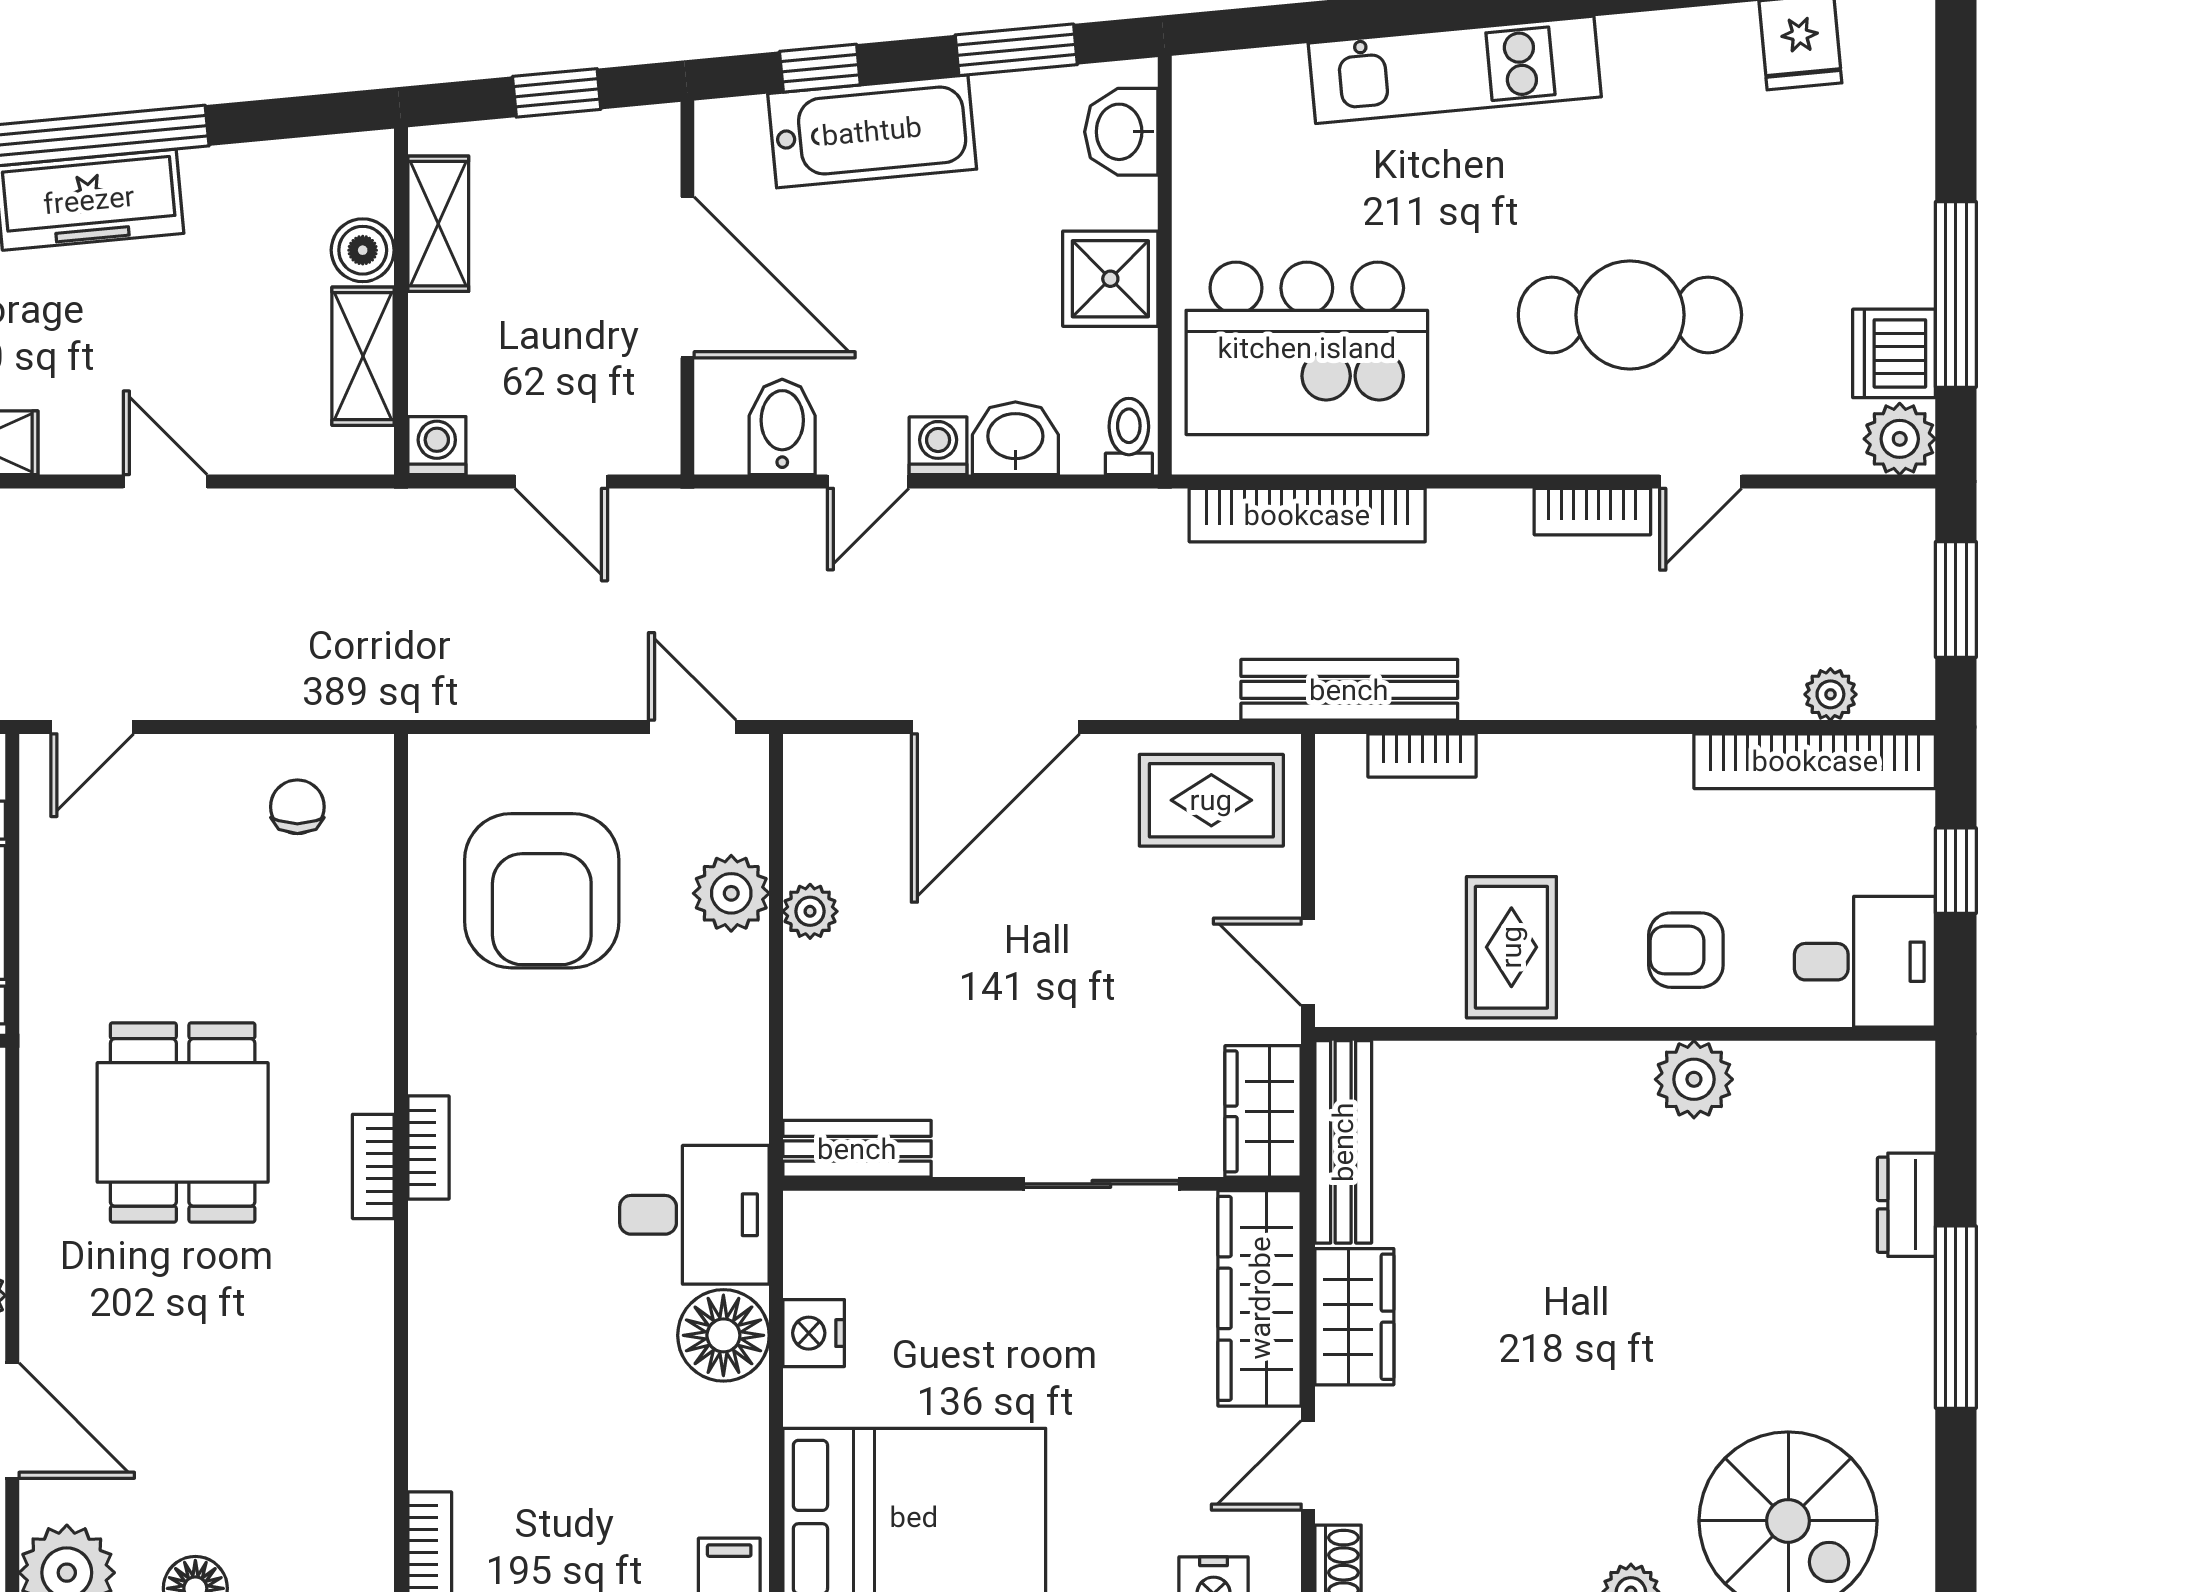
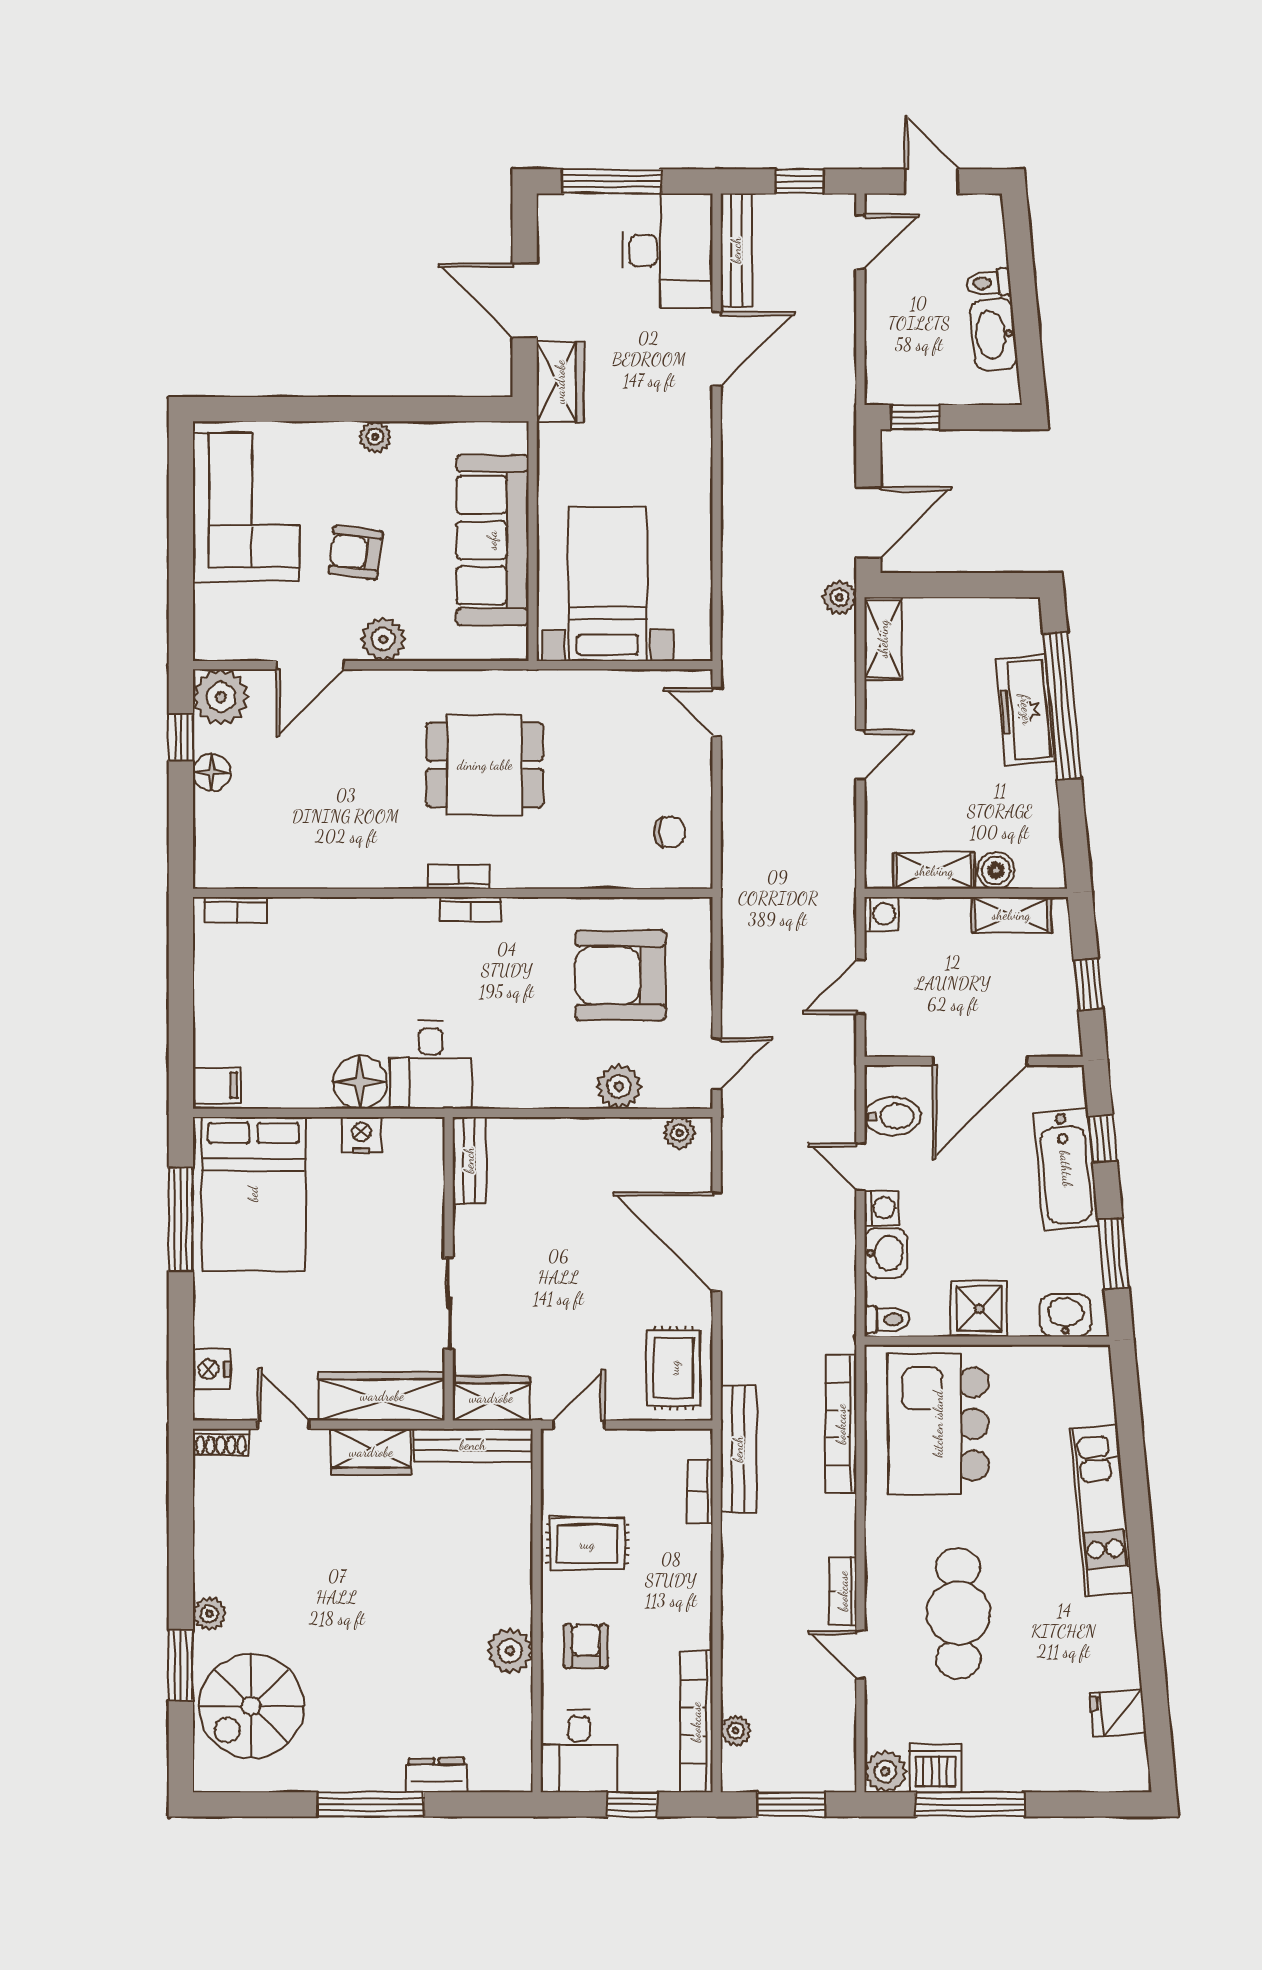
plant: (810, 911) -> (679, 1133), moved

